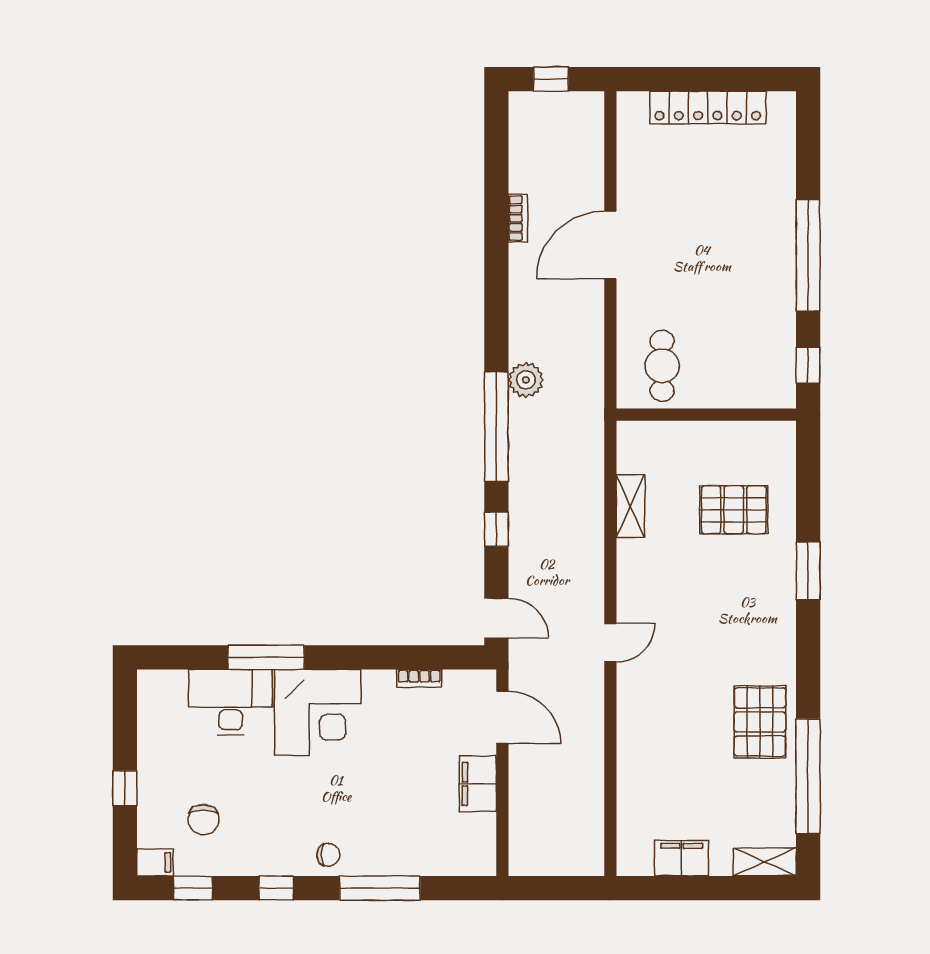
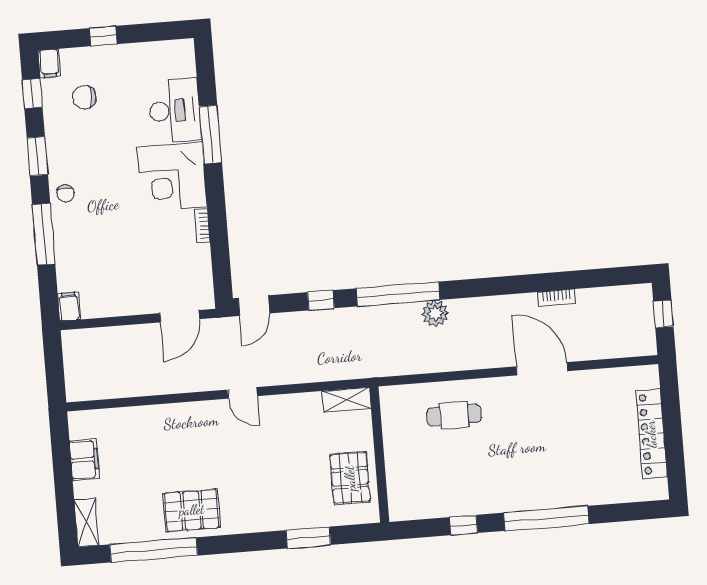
wall: (706, 415) -> (379, 455), moved
bookcase: (419, 678) -> (202, 226), moved
filing cabinet: (478, 784) -> (69, 306), moved, width x0.50
window: (276, 888) -> (37, 156), width x1.50

